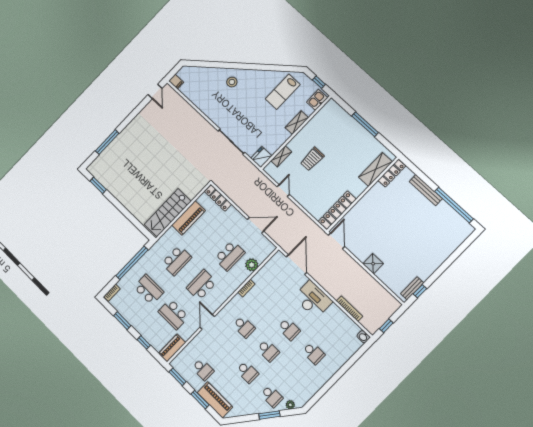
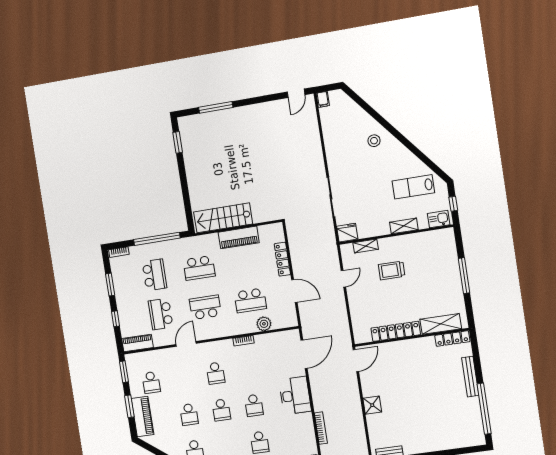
locker: (218, 198) -> (282, 259), moved
locker: (337, 210) -> (396, 331), moved

